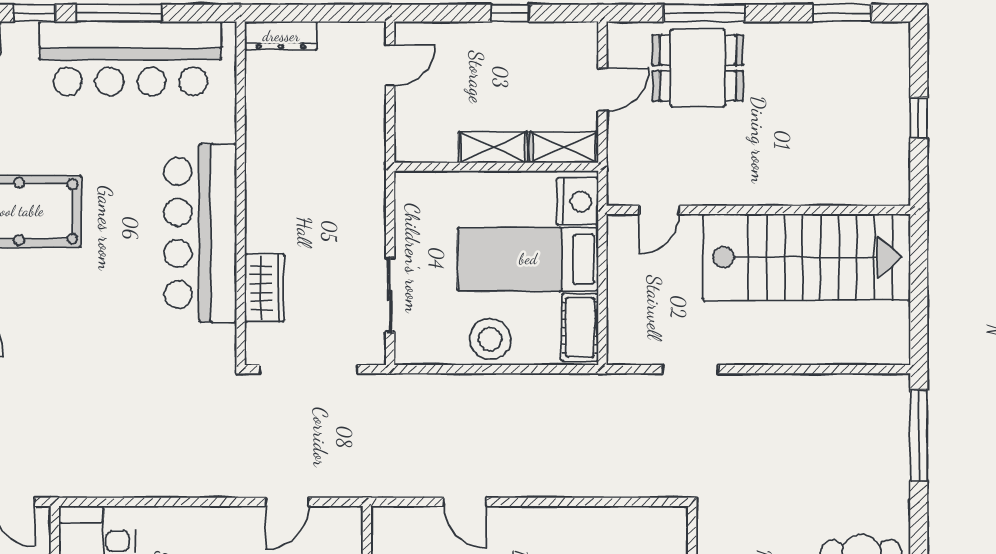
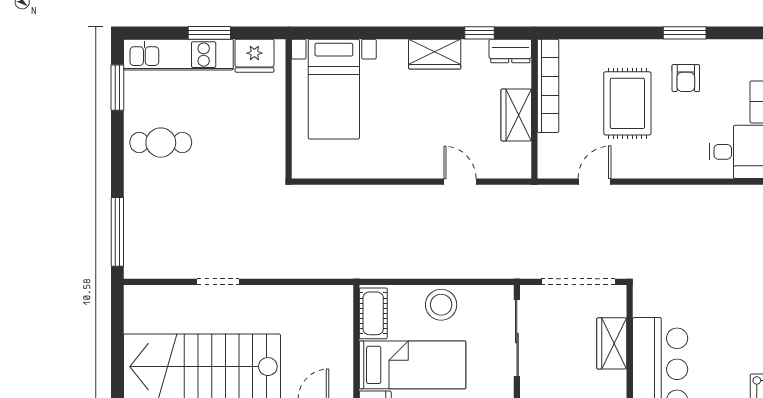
sliding door: (390, 295) -> (517, 338), width x1.37
doorway: (690, 369) -> (218, 282), moved

